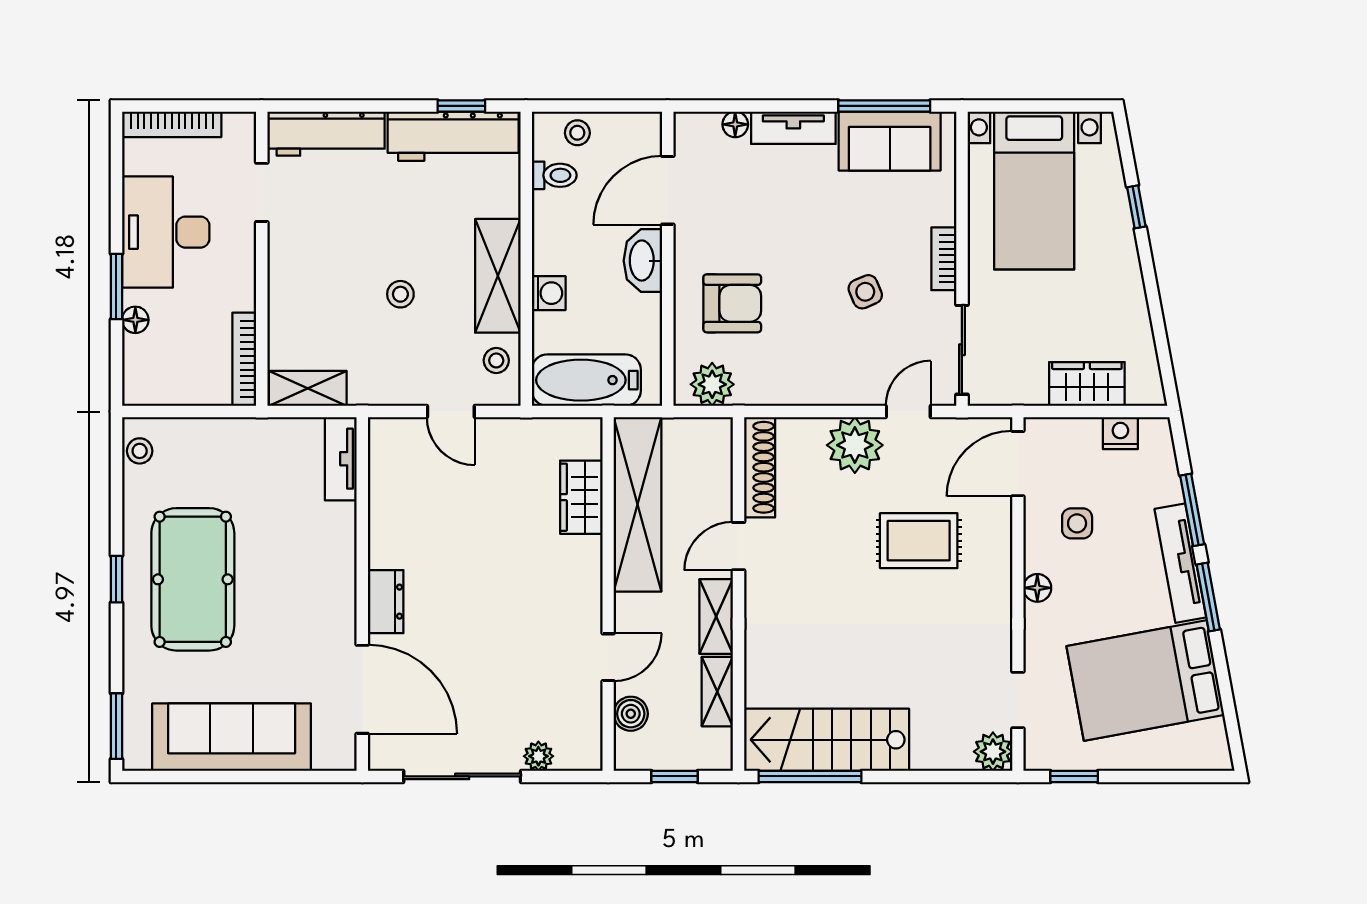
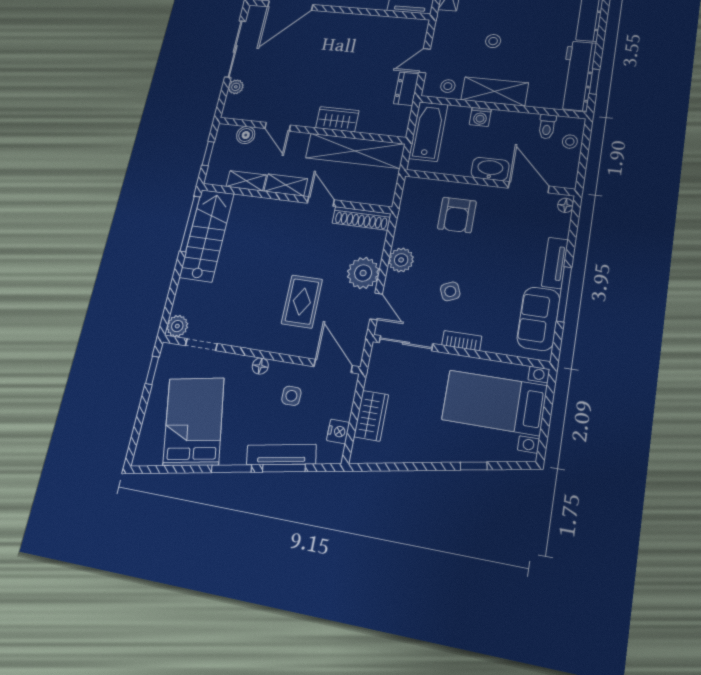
window: (884, 106) -> (564, 294), moved
floor lamp: (735, 124) -> (566, 205), moved
plant: (712, 384) -> (401, 260), moved
wardrobe: (581, 497) -> (337, 119), moved
tv unit: (1180, 563) -> (281, 455), moved
dresser: (386, 602) -> (406, 89), moved, turned 90

